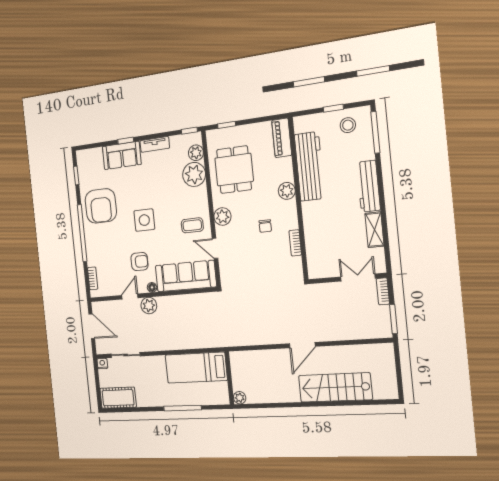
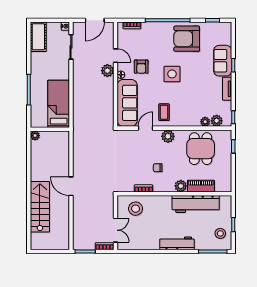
piano: (282, 138) -> (201, 186), moved
dining table: (234, 170) -> (201, 149), turned 90
plant: (194, 174) -> (205, 122), width x0.53, depth x0.53
shelving: (374, 230) -> (147, 245), removed
stool: (324, 251) -> (136, 209), added

